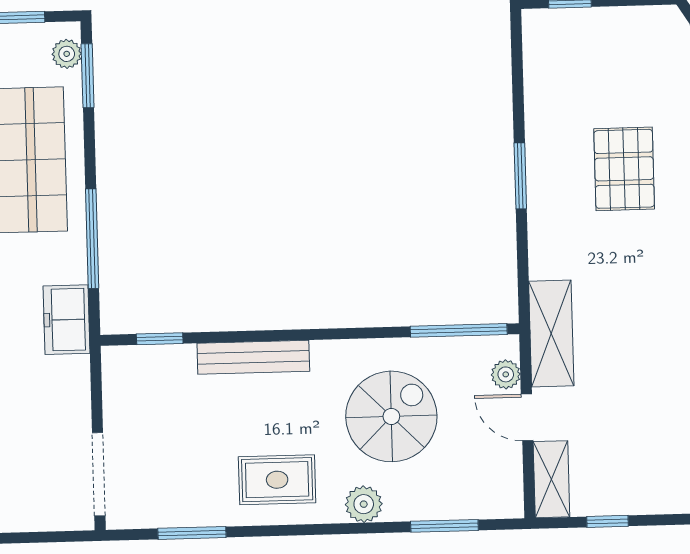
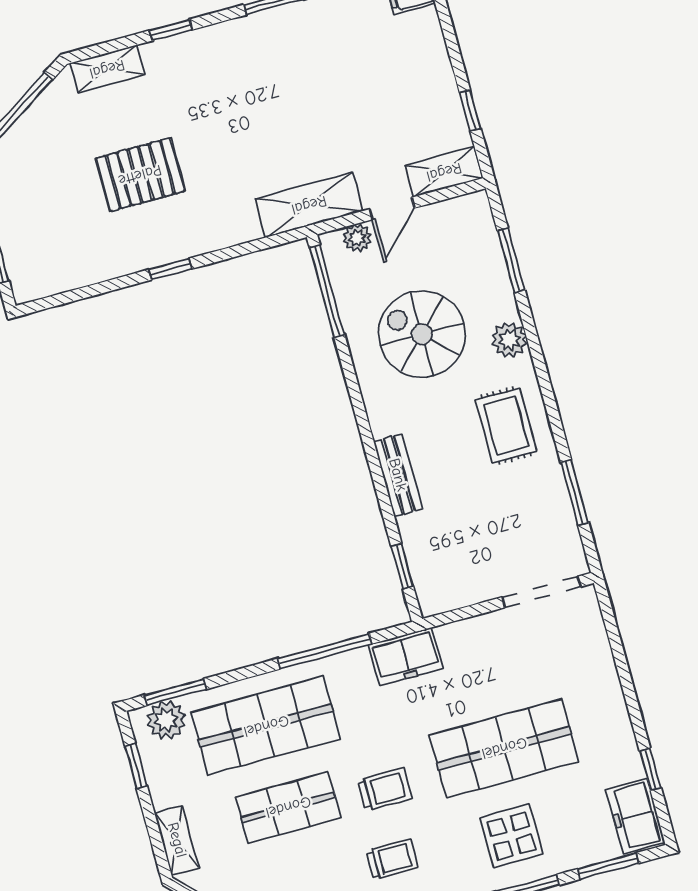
plant: (67, 54) -> (166, 720), width x1.38, depth x1.38
window: (520, 176) -> (170, 269), width x0.67
bench: (253, 357) -> (398, 475), width x0.73

